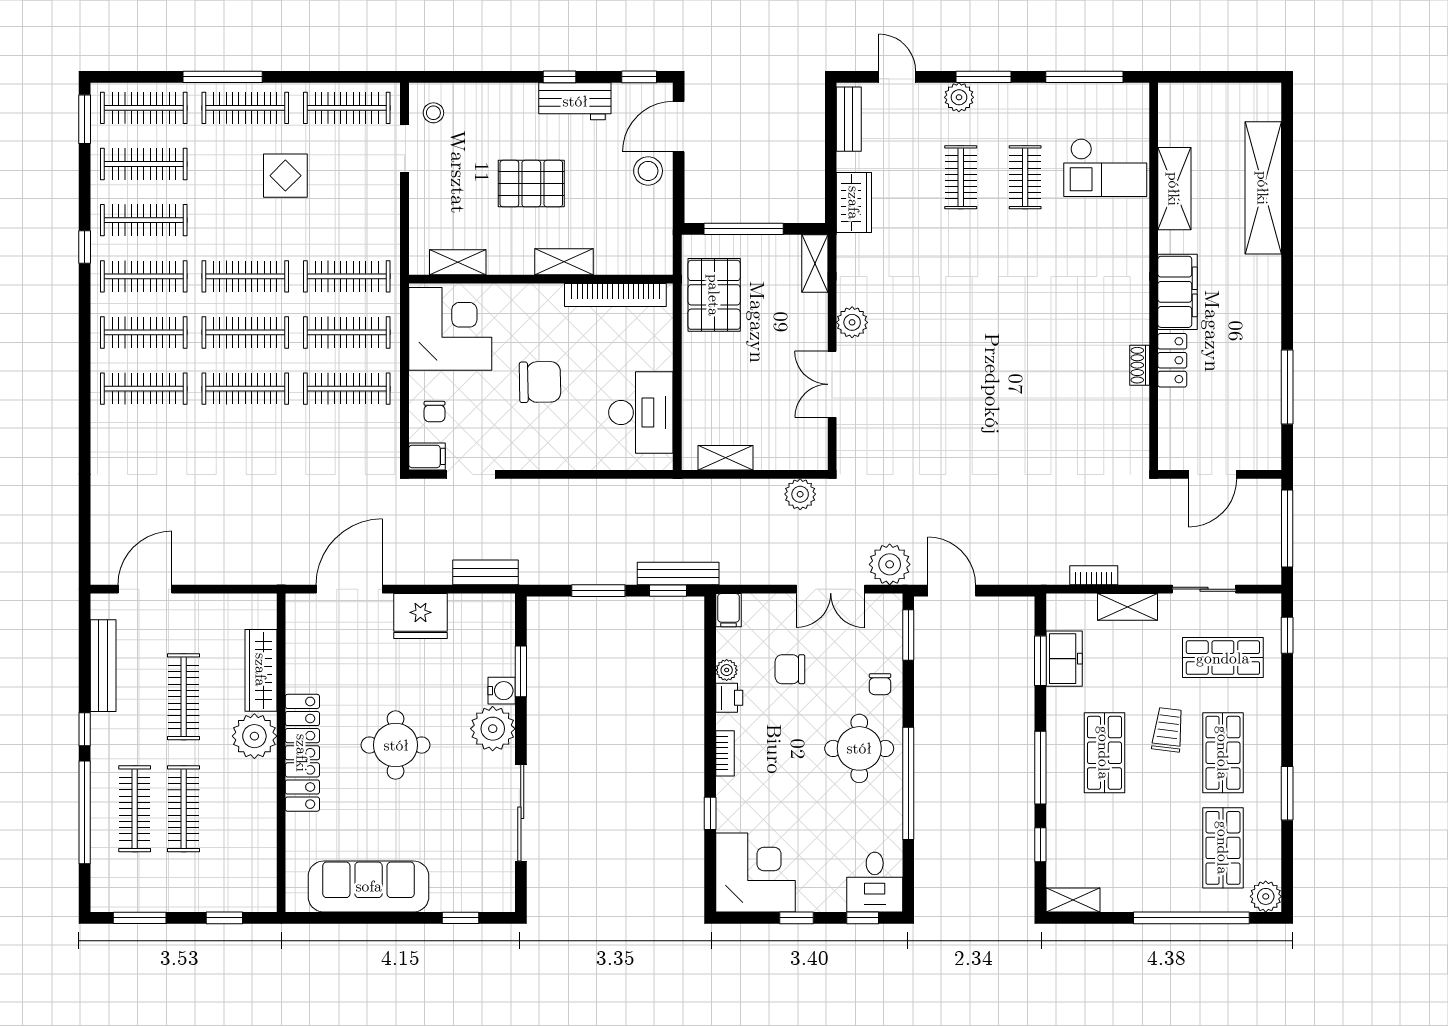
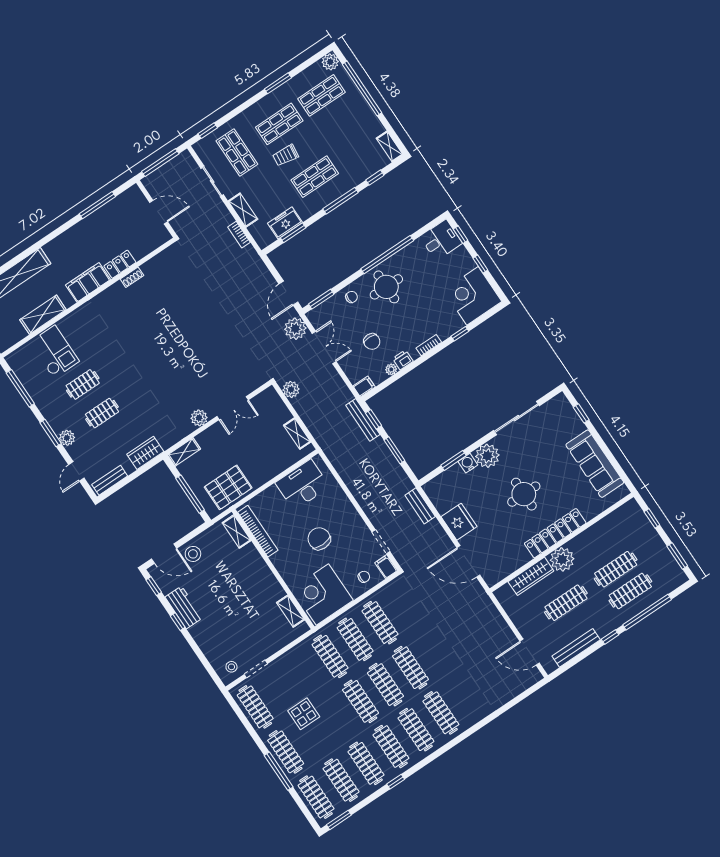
pallet: (531, 184) -> (234, 602), removed
shelving: (564, 262) -> (237, 532), moved

